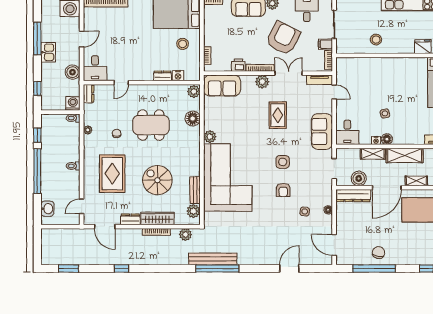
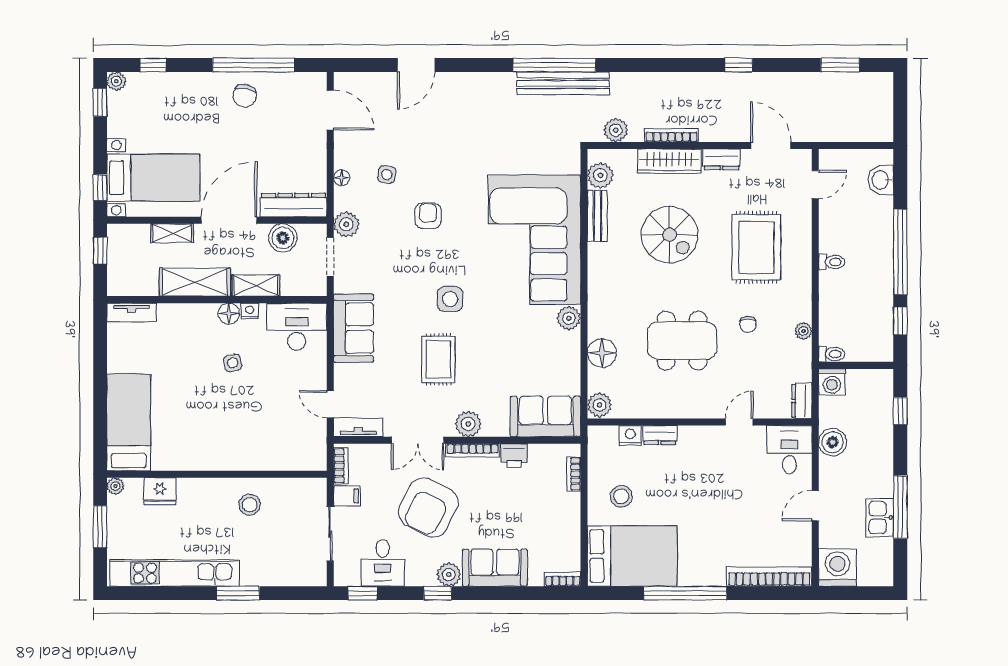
kitchen sink: (48, 52) -> (880, 518), moved
desk: (347, 132) -> (297, 327), width x1.37
side table: (283, 162) -> (450, 299), moved
plant: (326, 186) -> (346, 224), added

